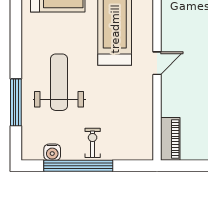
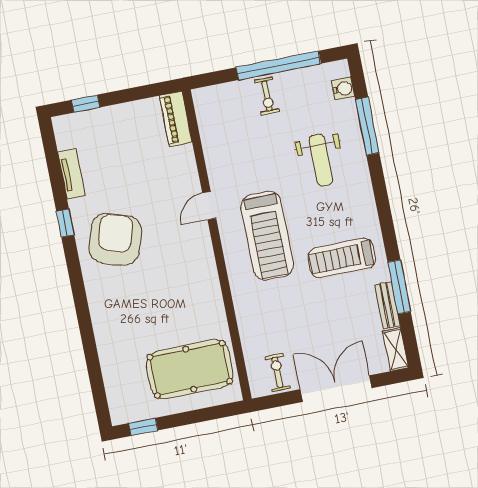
weight bench: (59, 82) -> (321, 160), width x0.73, depth x0.75
water cooler: (52, 152) -> (343, 89), moved, turned 90

